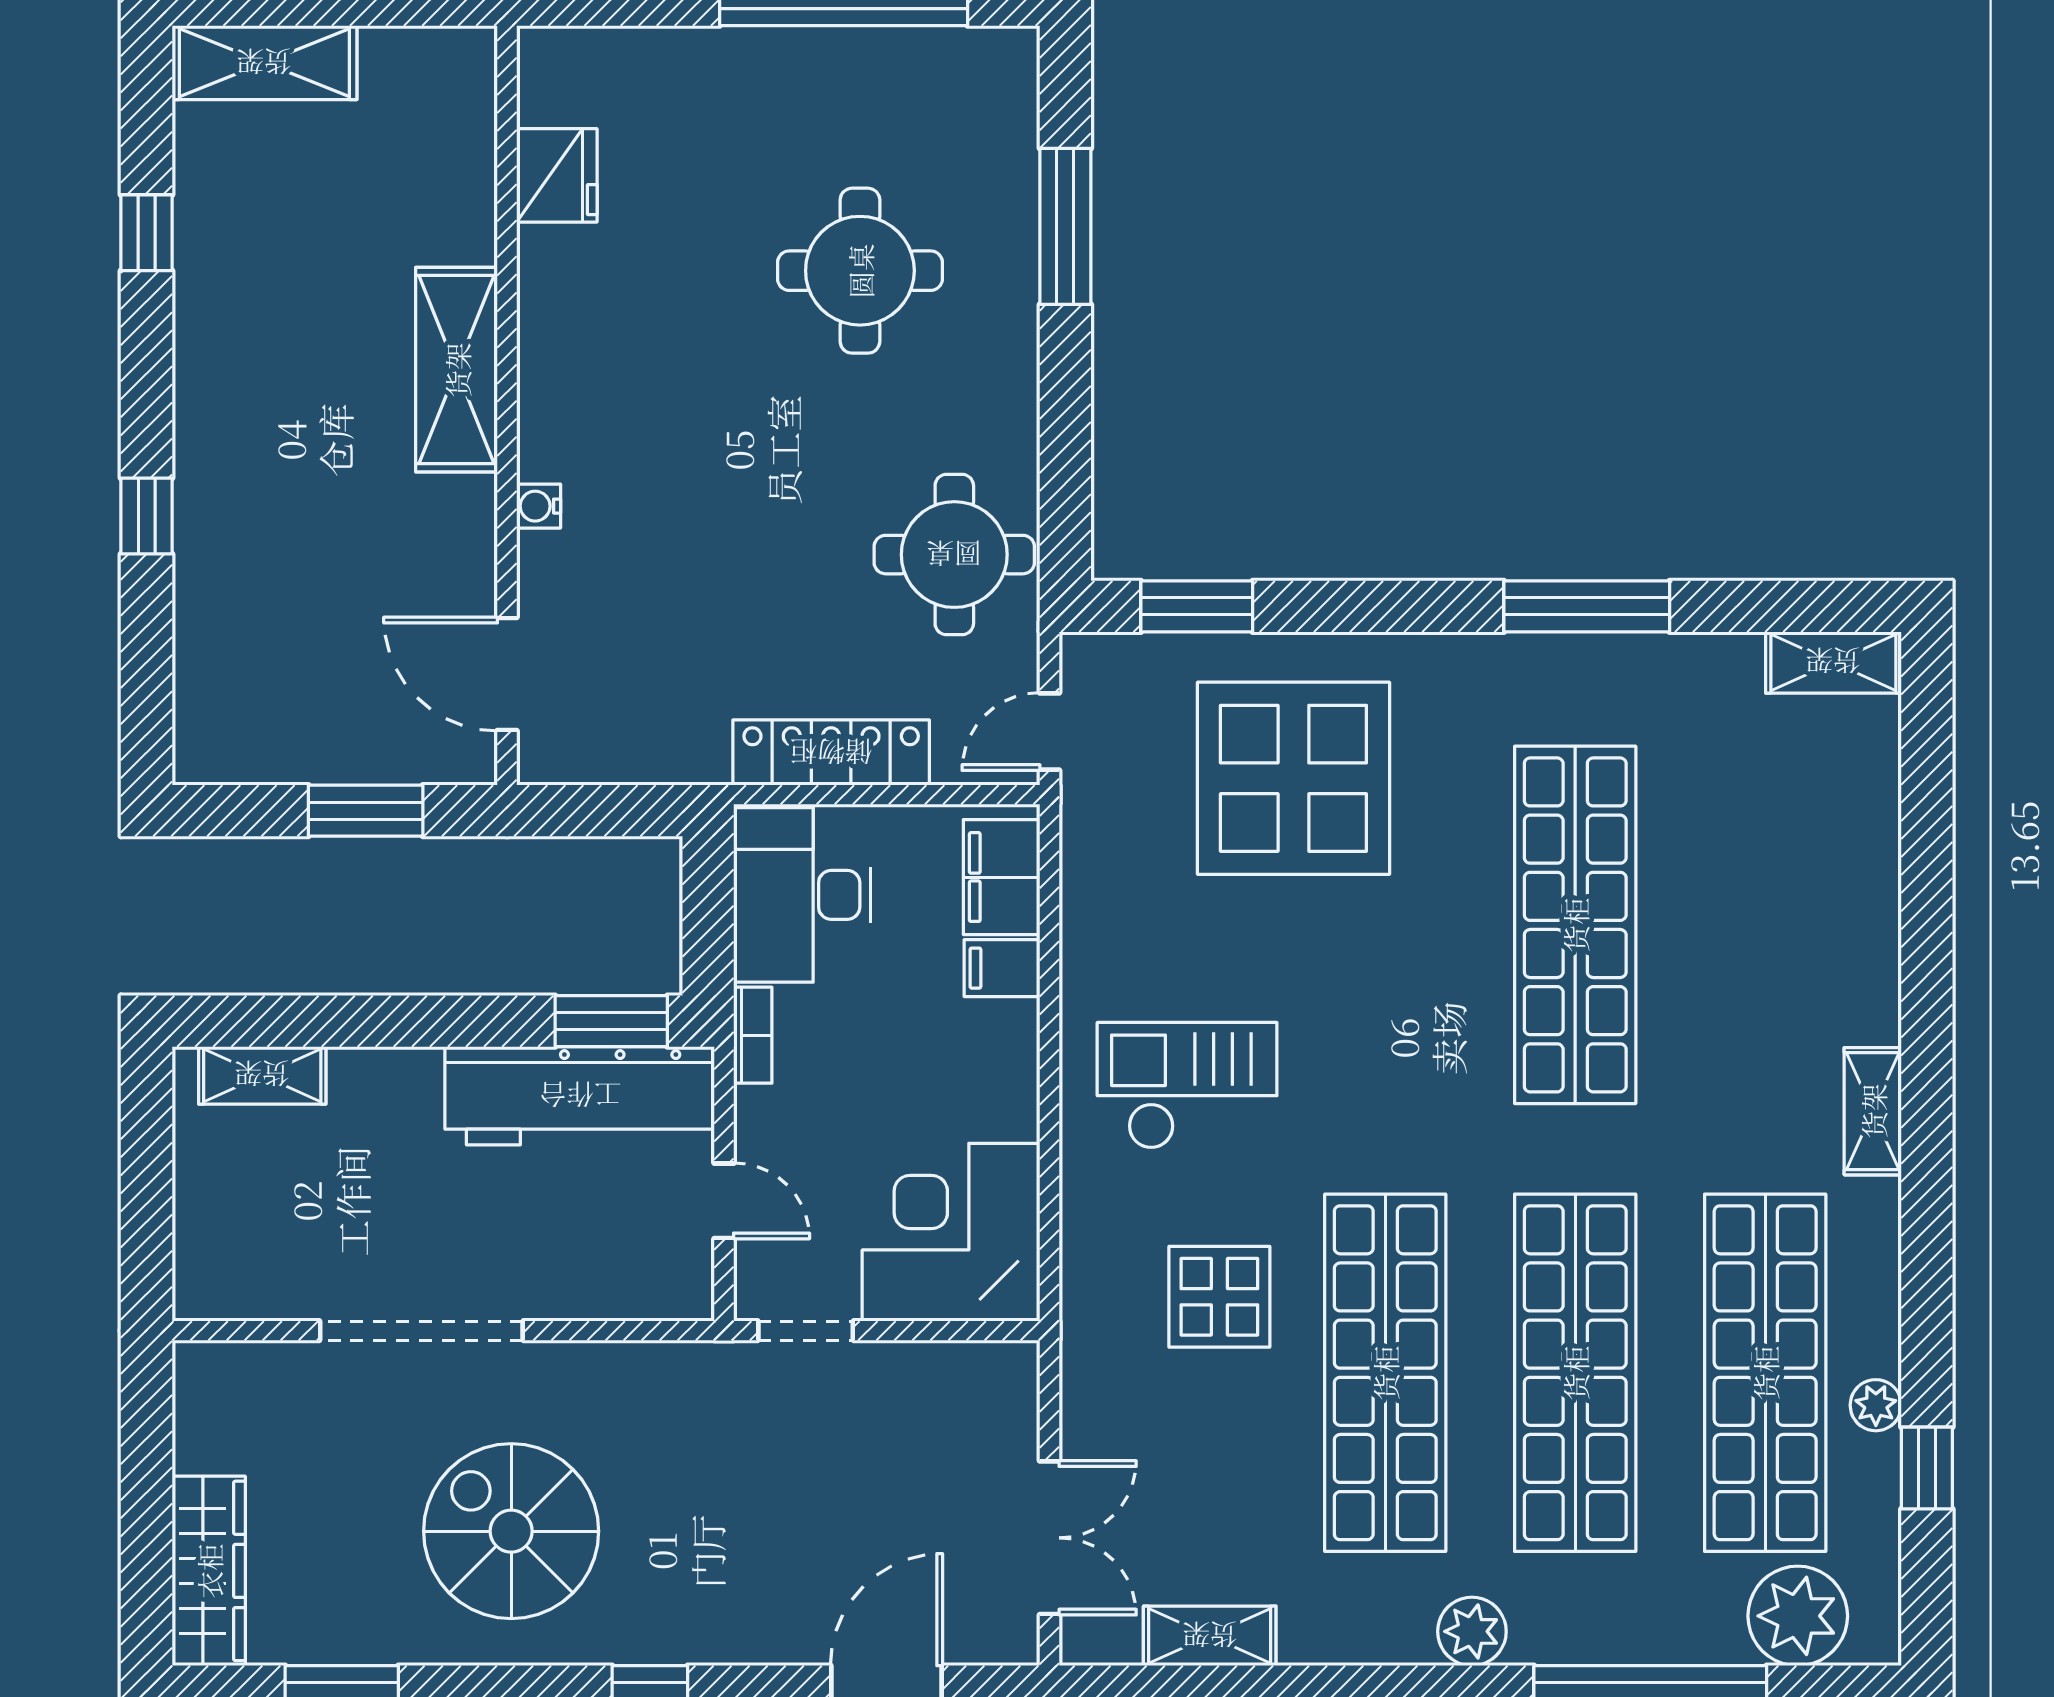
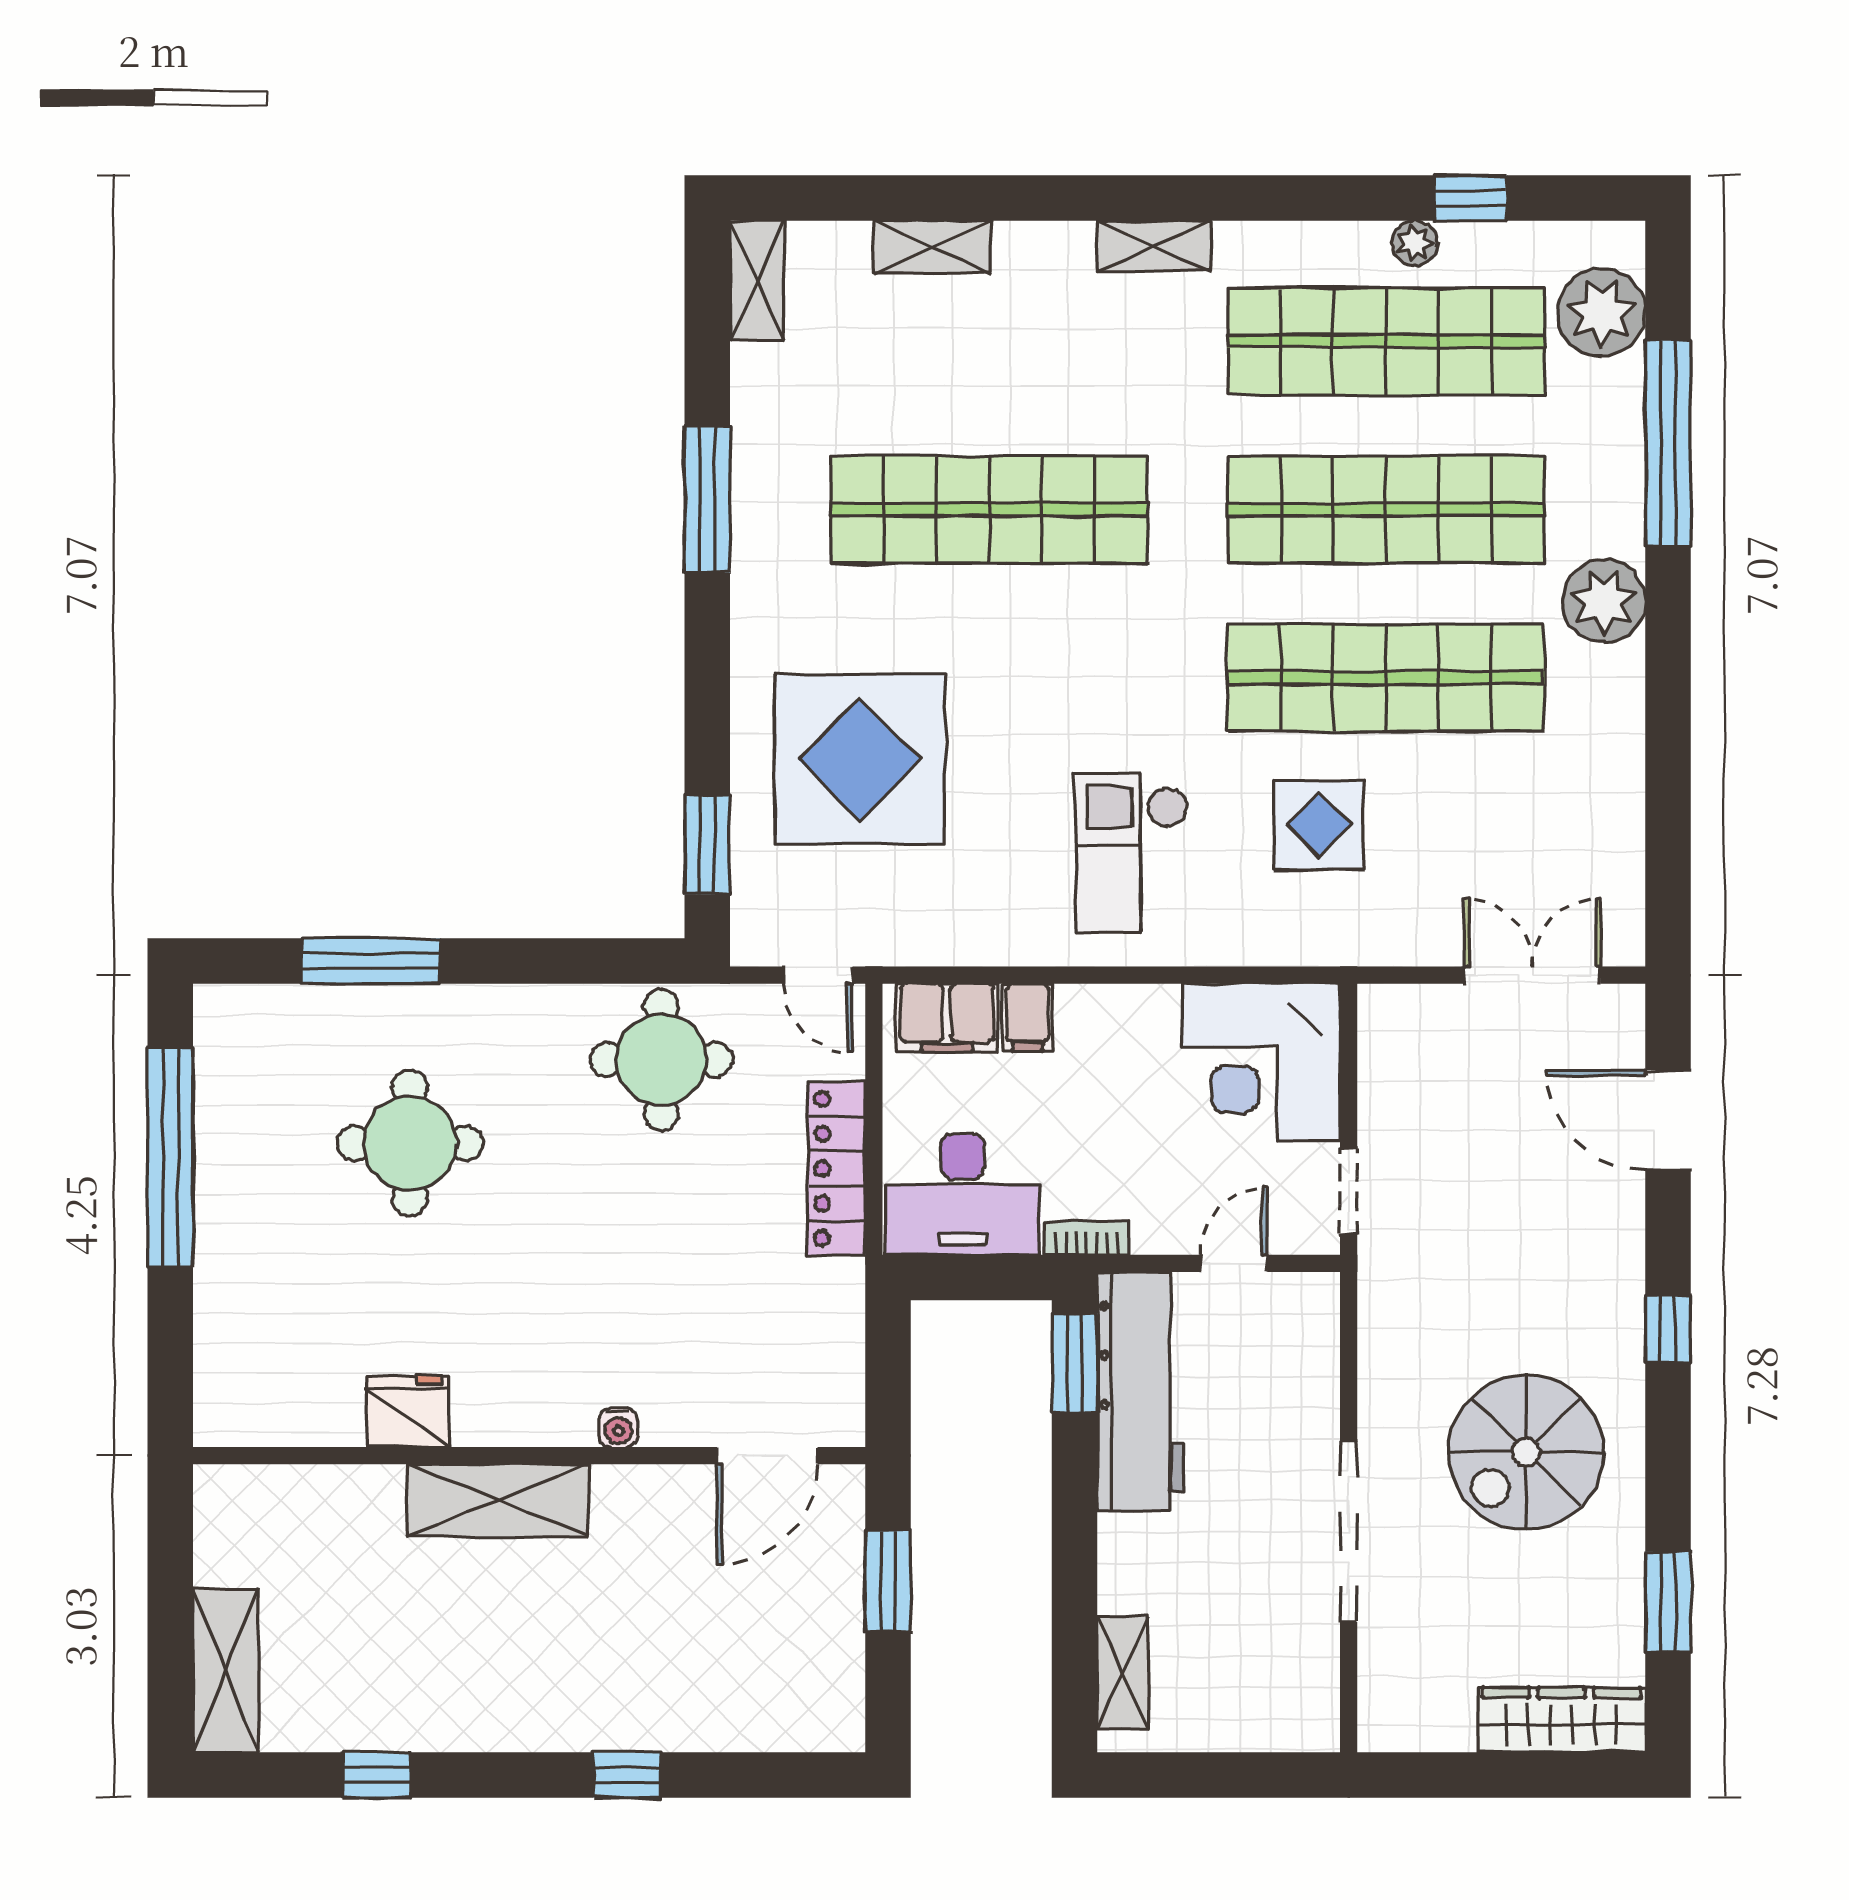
fridge: (557, 175) -> (408, 1411), moved
plant: (1472, 1631) -> (1604, 601), width x1.36, depth x1.36
shelving: (1210, 1636) -> (932, 247), moved, turned 90

